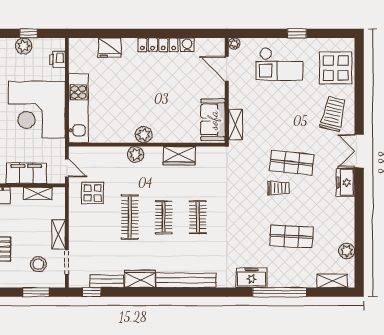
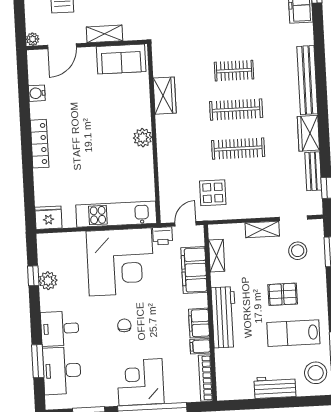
locker: (158, 45) -> (40, 144), moved
fridge: (110, 48) -> (48, 218), moved, turned -90
printer: (57, 59) -> (163, 236), moved
shelving: (235, 125) -> (104, 34), moved
plant: (136, 155) -> (166, 146), removed
clothes rail: (164, 217) -> (236, 110), width x1.36

